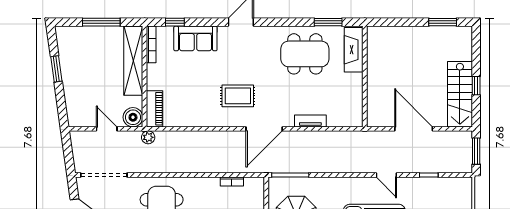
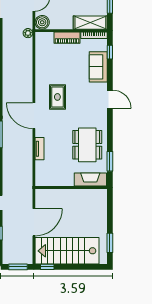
shelving: (133, 61) -> (90, 23), width x0.68
window: (476, 86) -> (47, 267), moved
stairs: (460, 94) -> (67, 251), width x1.36, depth x1.51
piano: (155, 109) -> (67, 38), moved

